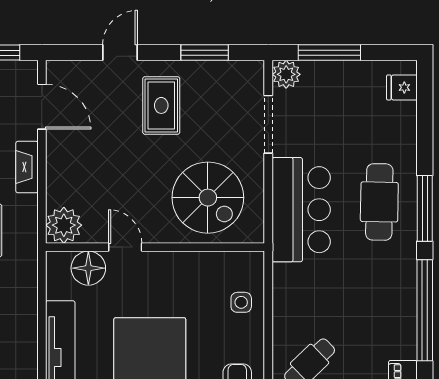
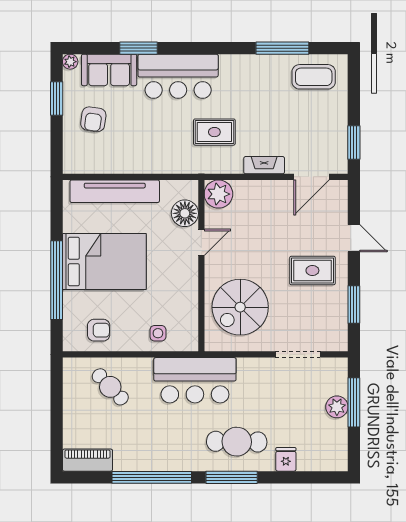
plant: (286, 74) -> (337, 407), moved
fridge: (402, 87) -> (286, 459), moved
bar counter: (301, 210) -> (195, 380), moved

